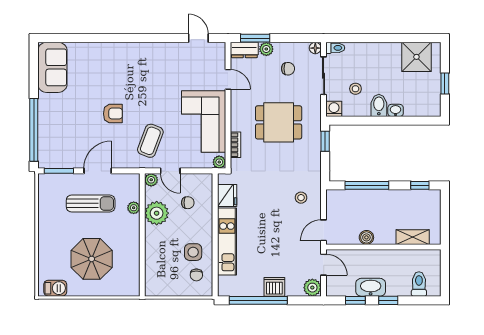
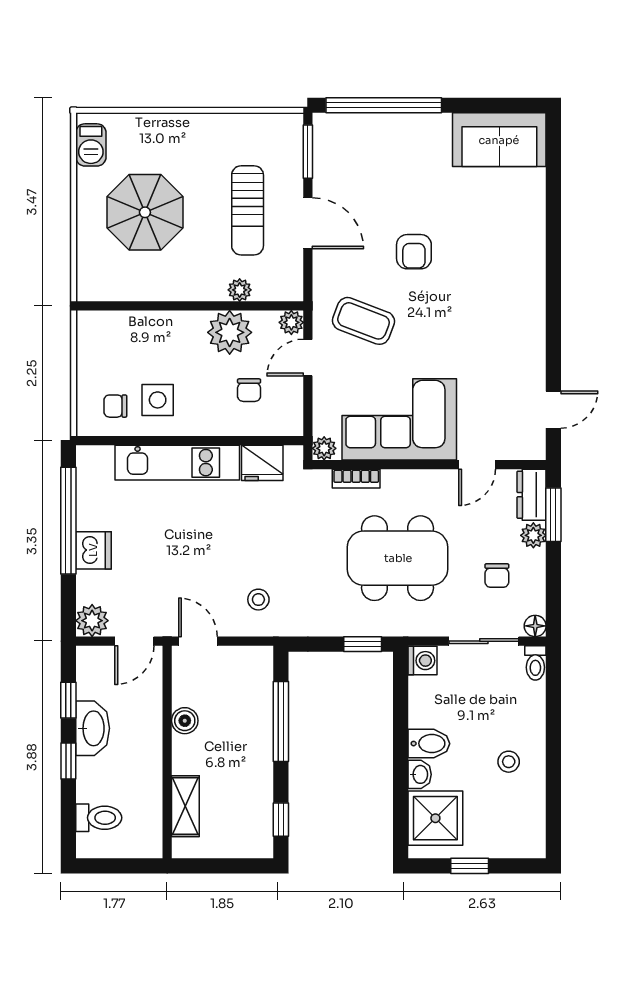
shower: (416, 57) -> (435, 818), moved
stool: (355, 89) -> (509, 762), moved
dining table: (279, 122) -> (398, 558), width x1.38

